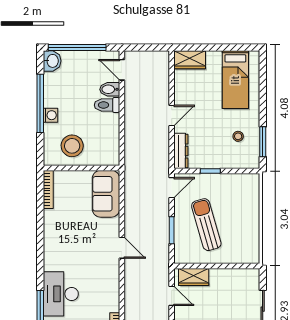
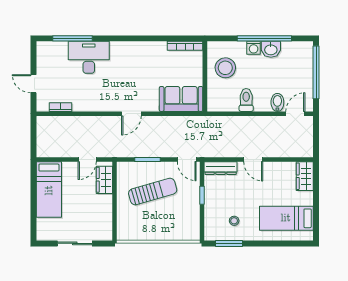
washbasin: (52, 61) -> (271, 49), moved
toilet: (107, 105) -> (246, 100), moved

